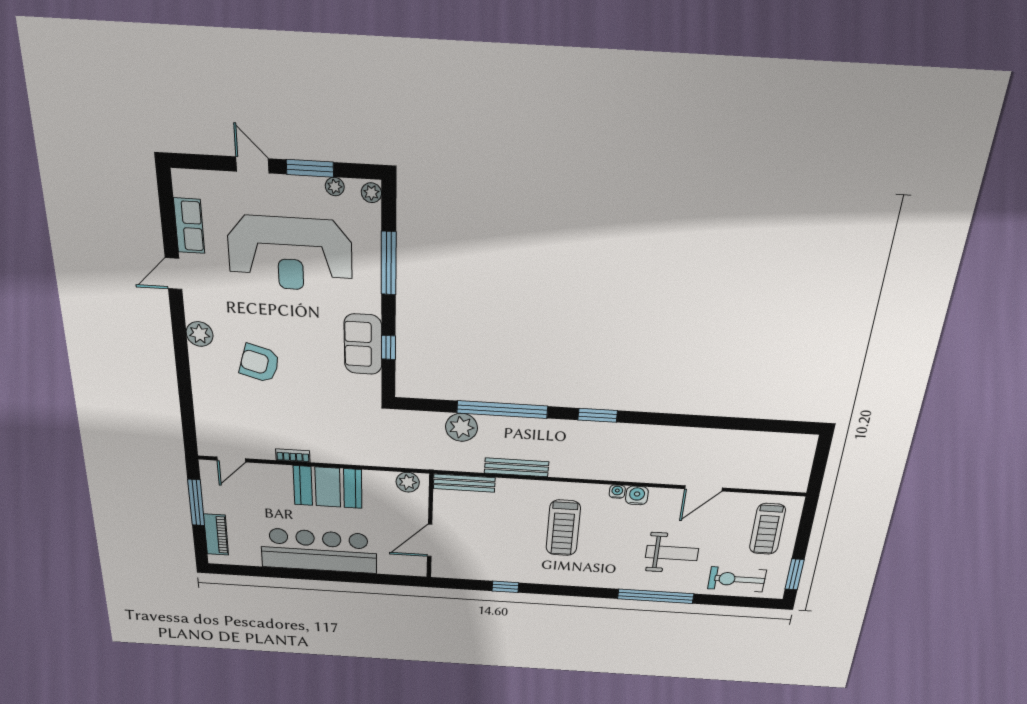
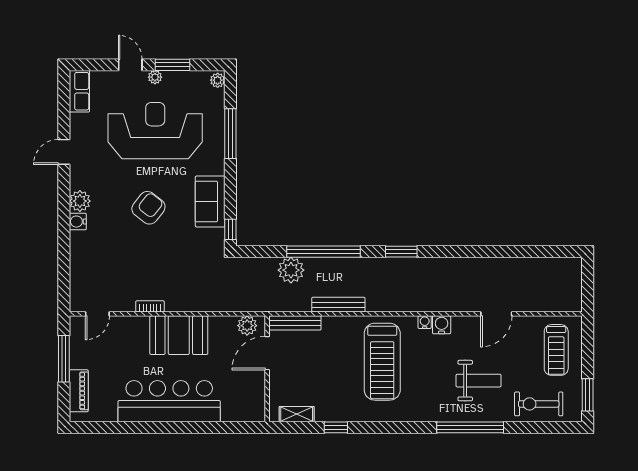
plant: (335, 187) -> (155, 77), moved
row of seats: (189, 226) -> (79, 91), moved
reception desk: (290, 254) -> (155, 131), turned 180
window: (388, 347) -> (230, 229), moved
water cooler: (199, 358) -> (78, 222), added
armchair: (259, 363) -> (148, 208), moved, turned 112
treadmill: (563, 528) -> (382, 362), width x1.37, depth x1.38
door: (430, 540) -> (267, 353), moved
shelving: (462, 572) -> (297, 414), added

